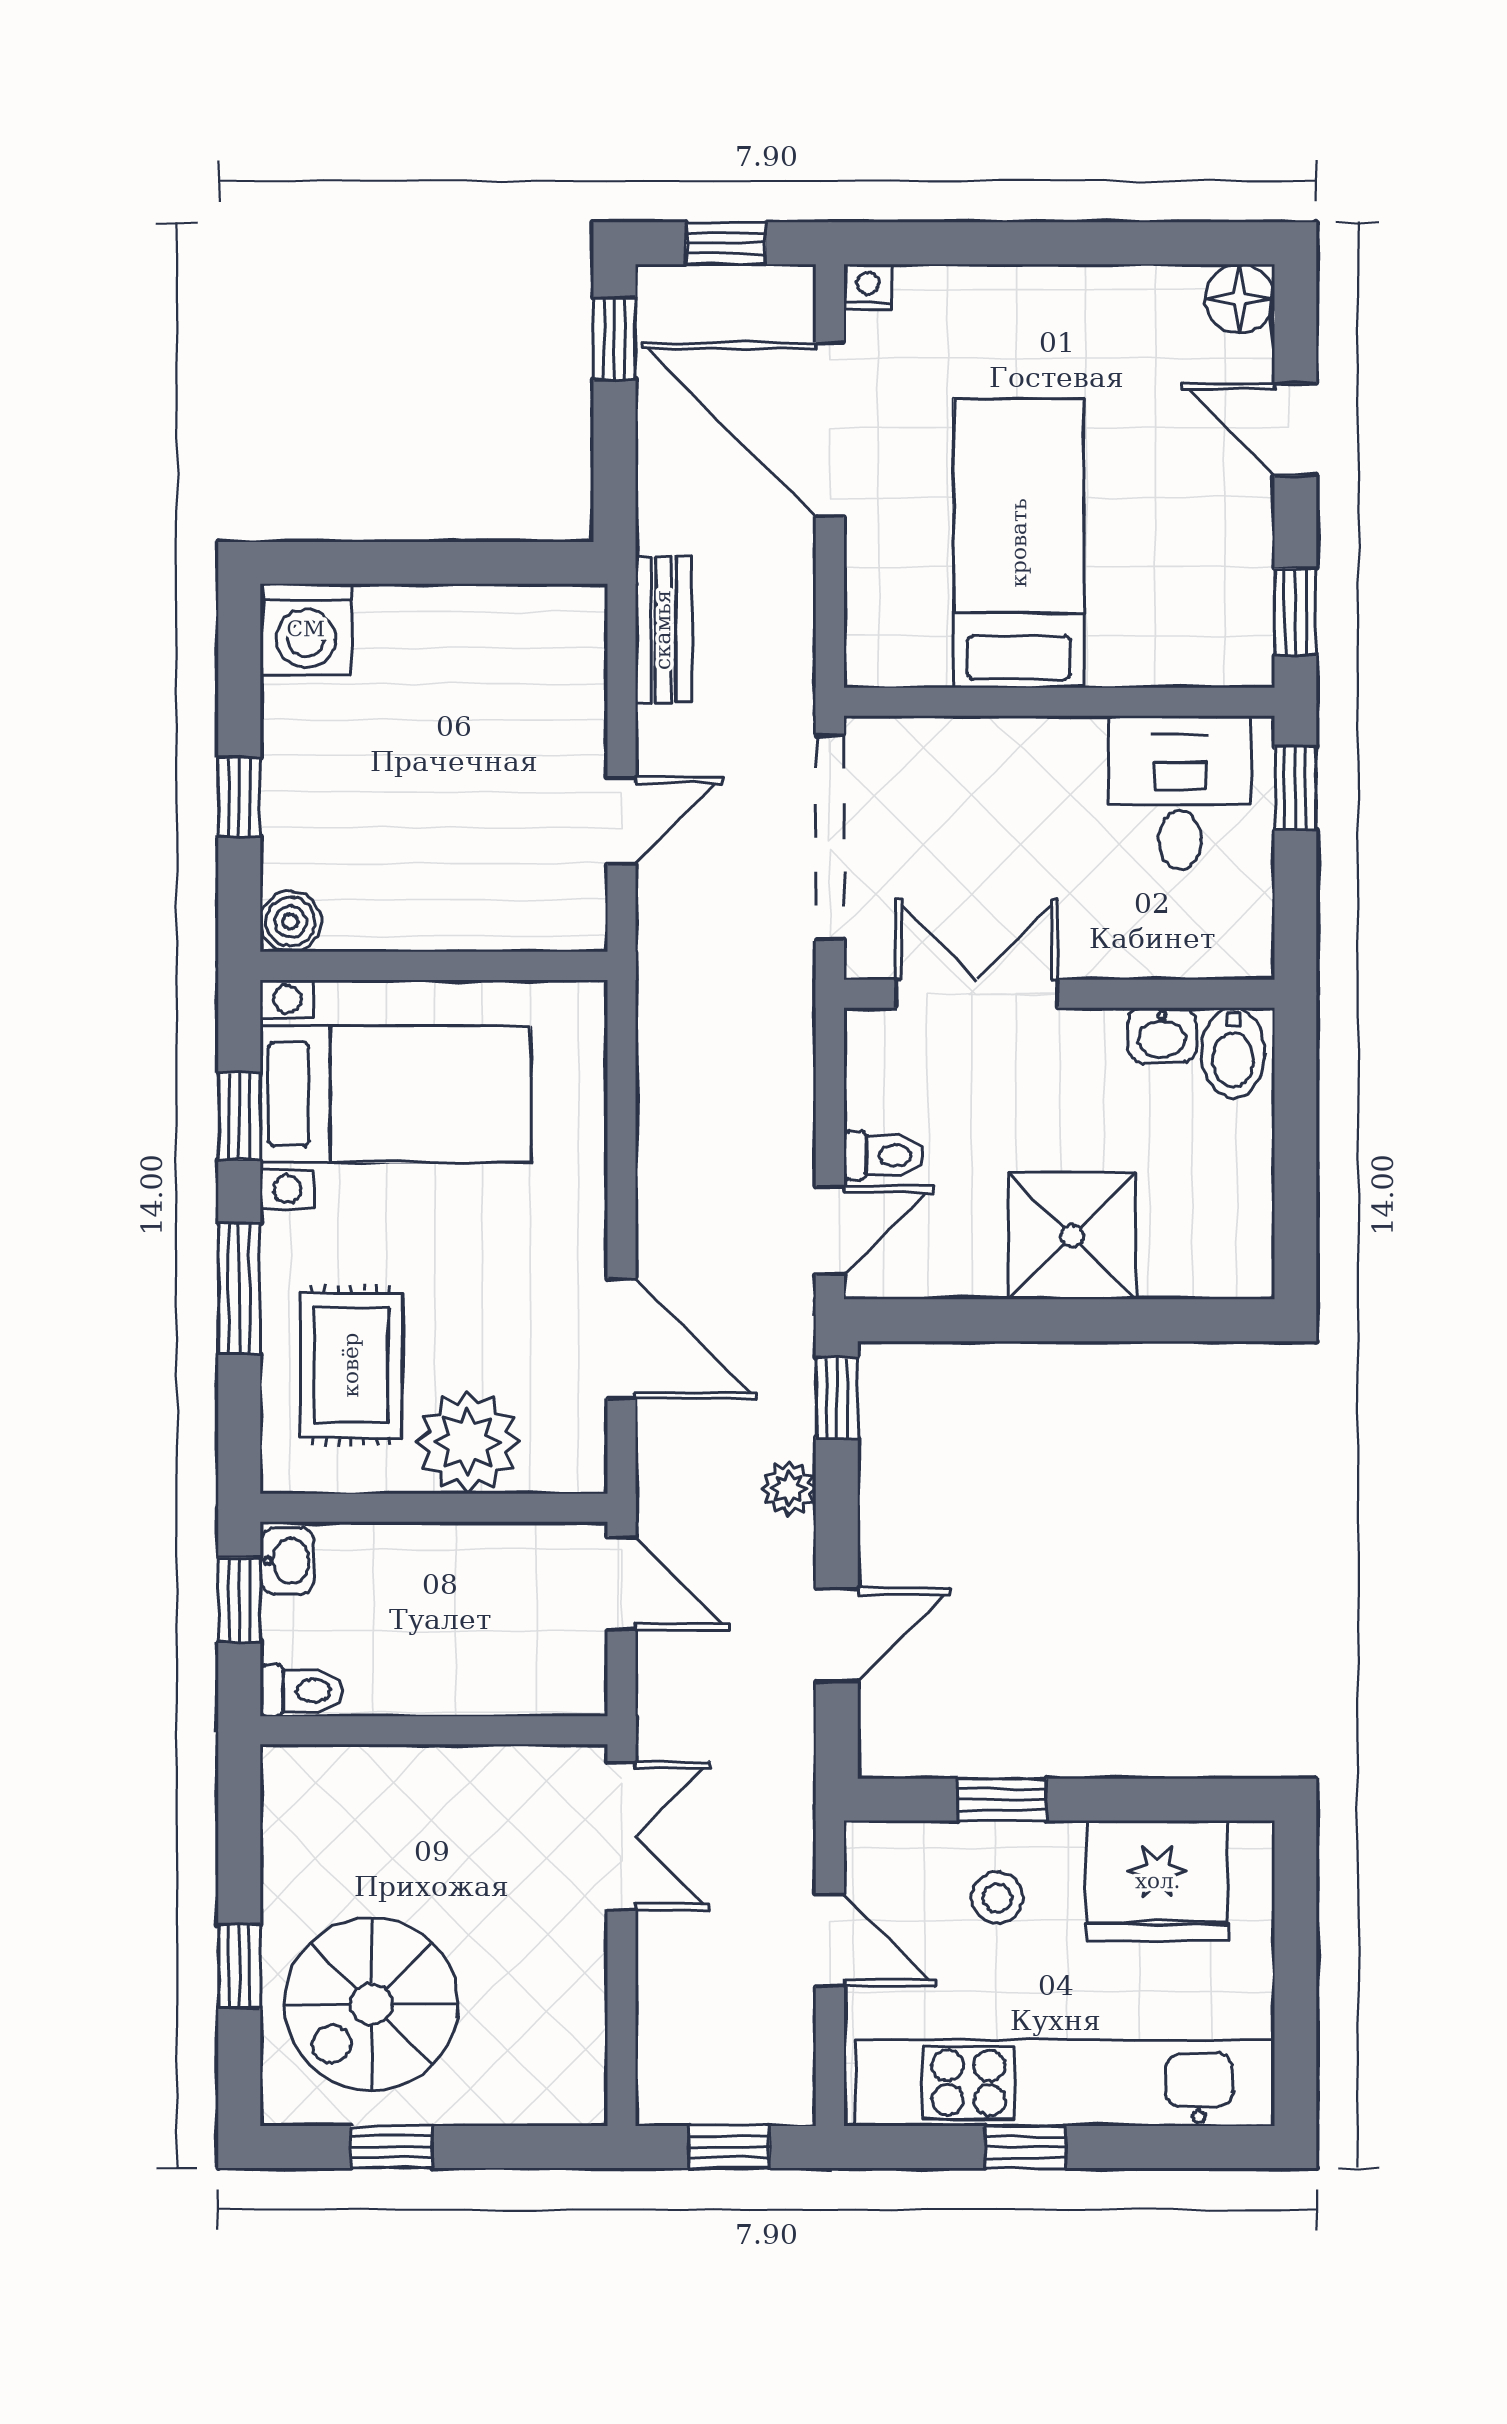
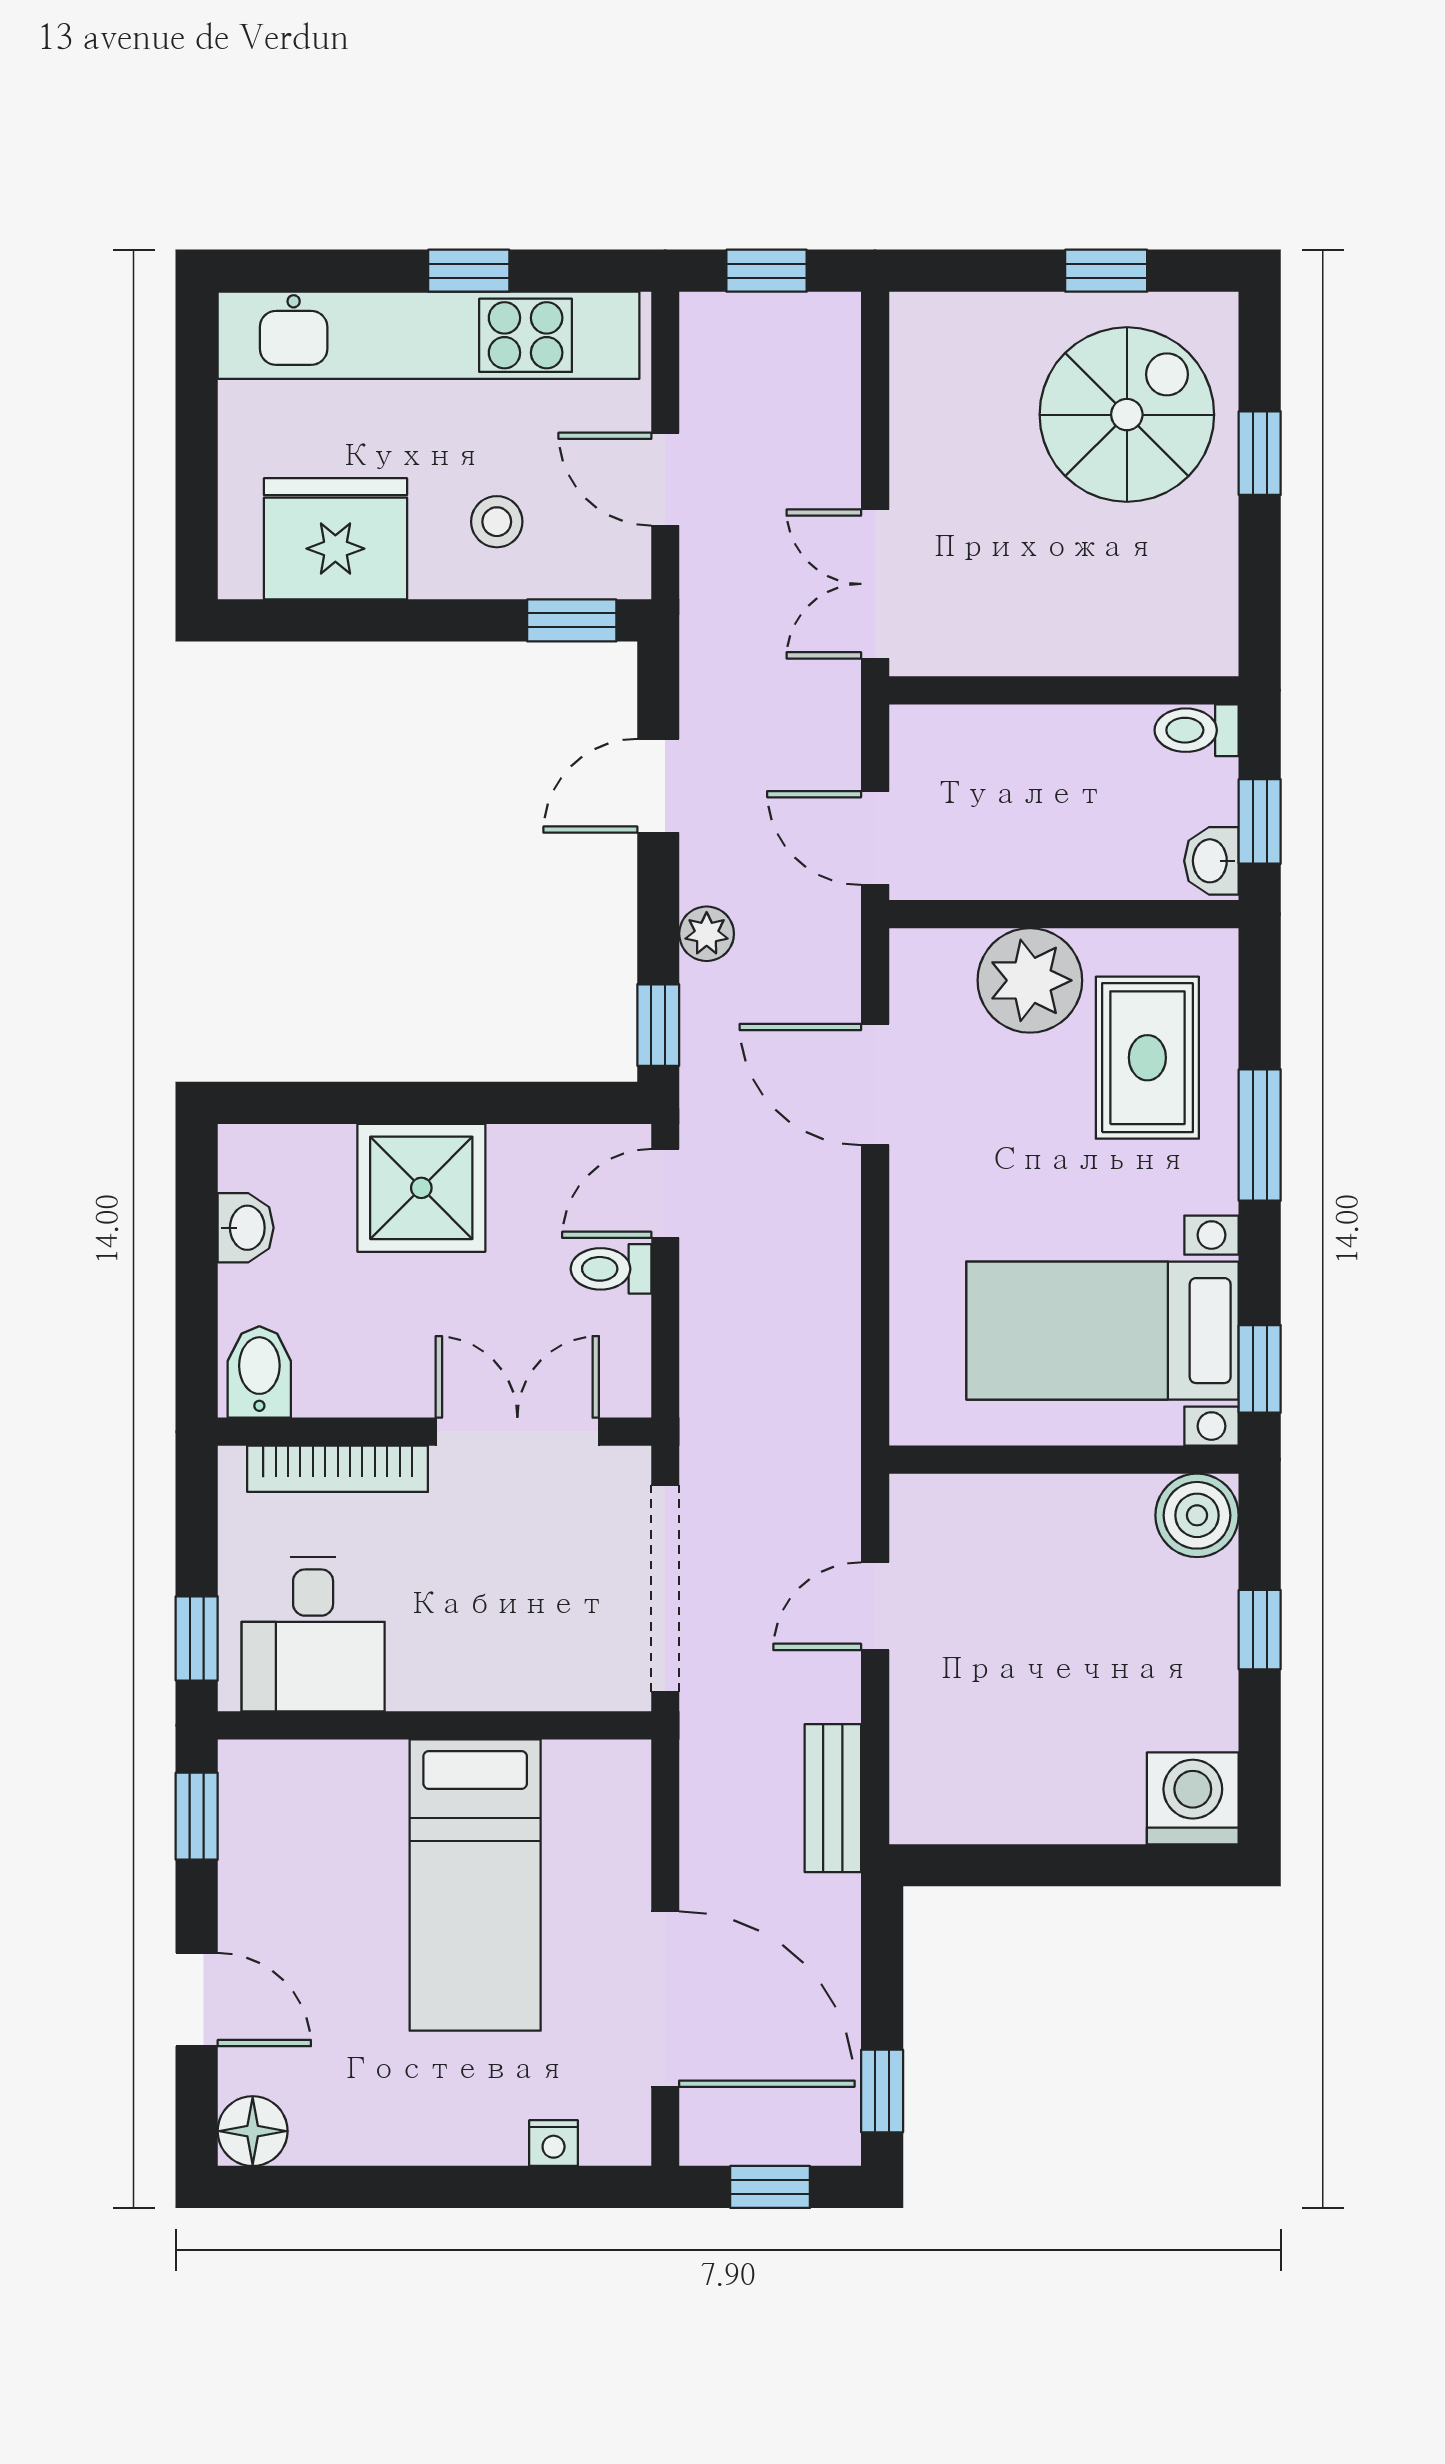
nightstand: (868, 287) -> (554, 2143), moved
boiler: (291, 922) -> (1197, 1515), width x1.36, depth x1.36
bookcase: (1155, 957) -> (338, 1469), added
double door: (977, 994) -> (517, 1432), swing flipped
washbasin: (1162, 1035) -> (246, 1228), moved, turned 90
window: (239, 1116) -> (1260, 1369), moved
window: (1002, 1800) -> (572, 620), moved

